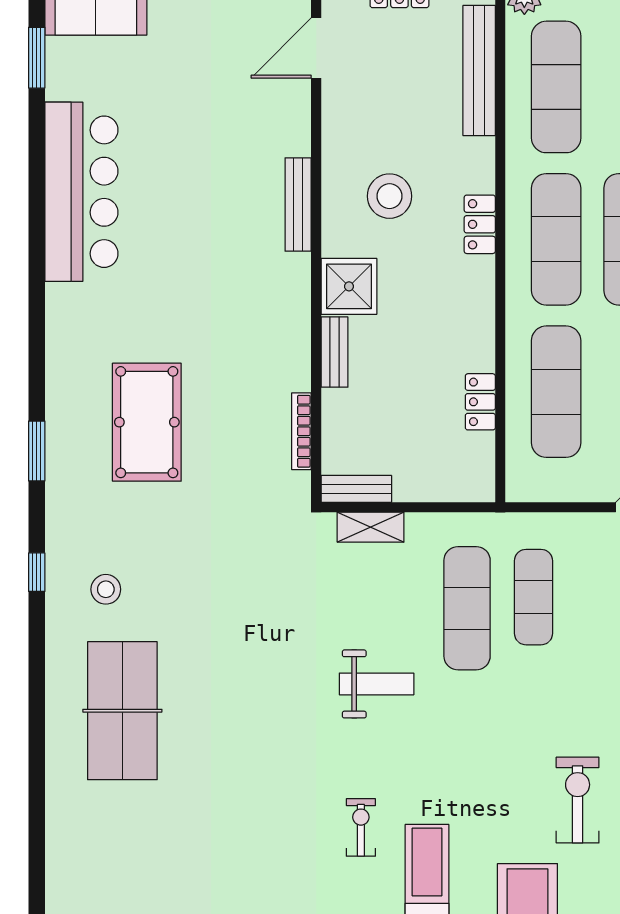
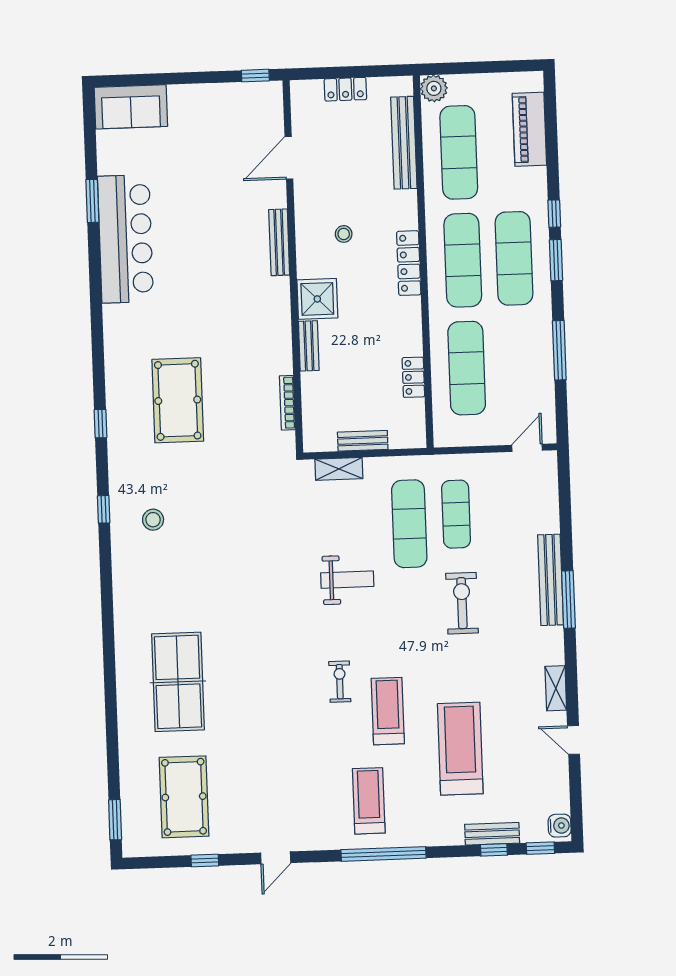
door: (316, 48) -> (289, 158), moved
window: (37, 58) -> (92, 201), moved
stool: (389, 196) -> (344, 234), width x0.53, depth x0.53
locker: (480, 224) -> (409, 263), width x1.53
window: (37, 451) -> (101, 424), width x0.67
bench: (356, 489) -> (363, 441), moved
table tennis table: (122, 711) -> (178, 682), moved
exercise bike: (578, 800) -> (462, 603), moved

